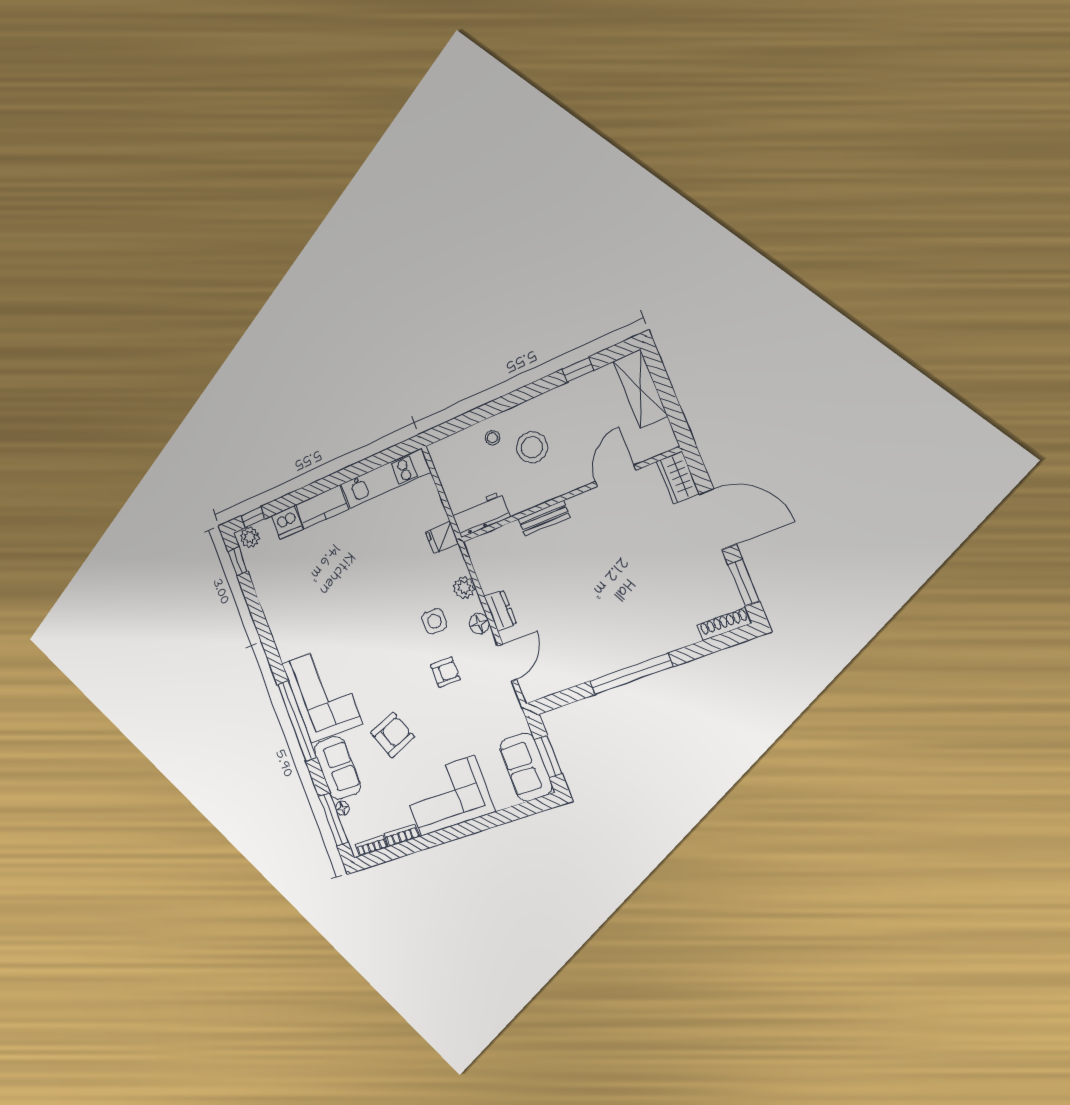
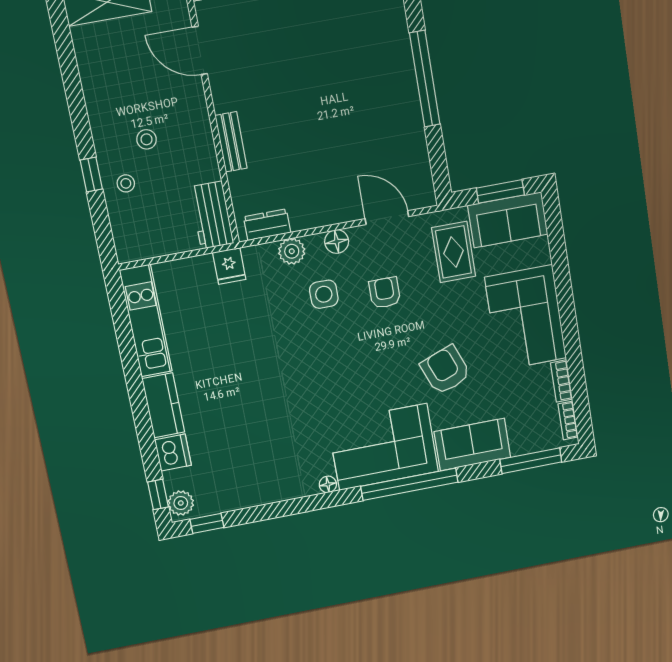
window: (578, 370) -> (91, 175), moved
stool: (532, 447) -> (147, 139), width x0.53, depth x0.53
dresser: (500, 610) -> (267, 225), moved
rug: (490, 725) -> (454, 252), added
floor lamp: (342, 808) -> (328, 484), moved

